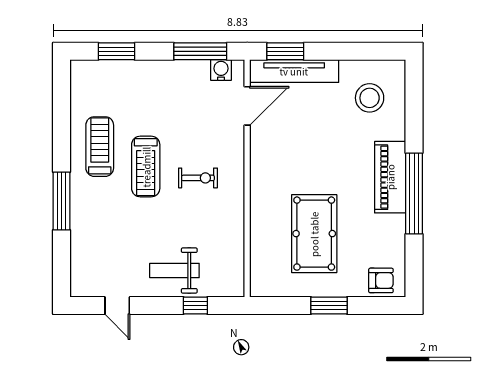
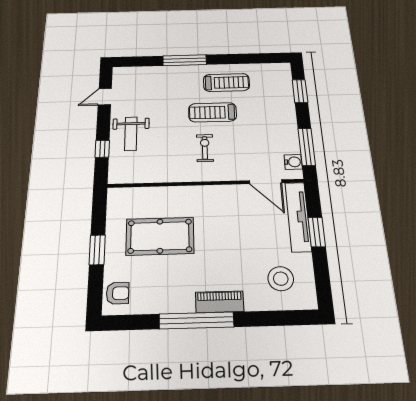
window: (285, 51) -> (317, 232), moved
piano: (390, 177) -> (220, 302), width x0.73, depth x0.75
exercise bike: (198, 178) -> (205, 148), turned 180
weight bench: (174, 271) -> (131, 134), turned 180
armchair: (381, 280) -> (118, 293), turned -90

